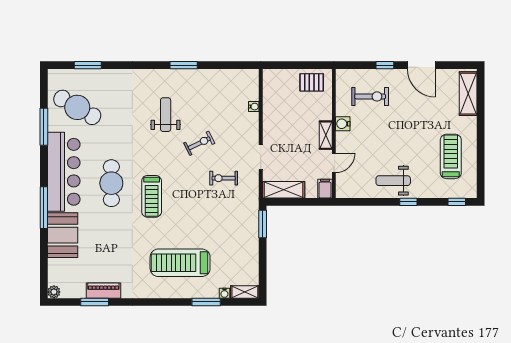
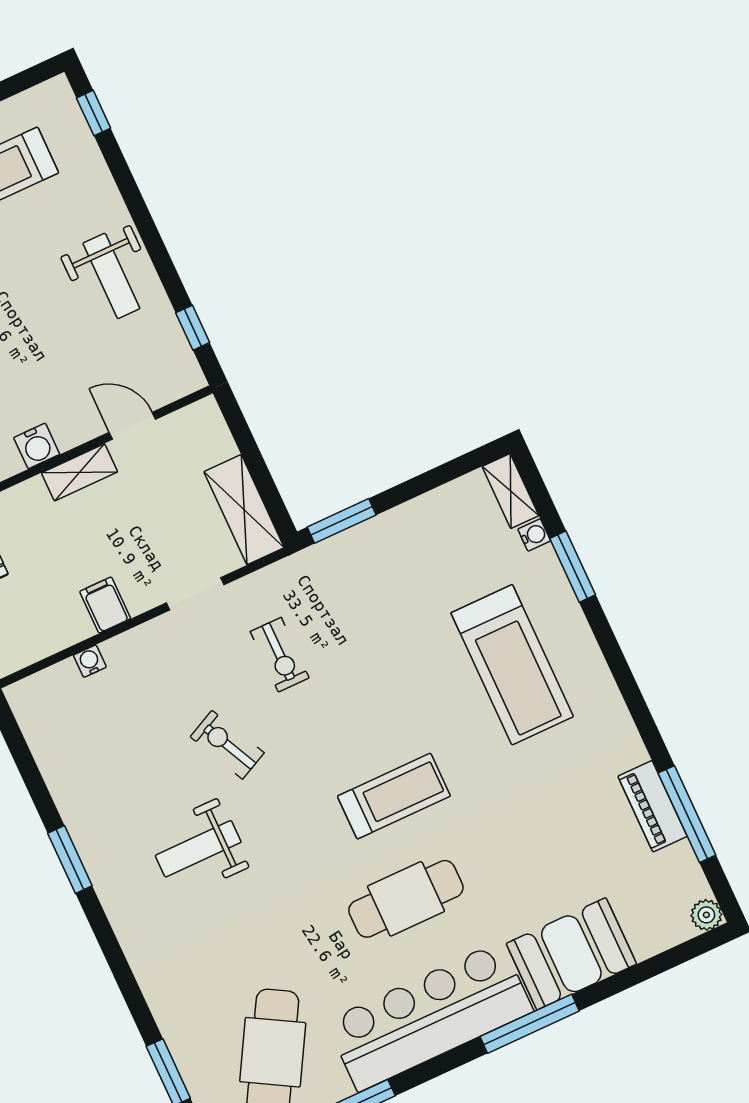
filing cabinet: (325, 189) -> (105, 605), moved, turned 90
window: (408, 202) -> (193, 328), moved
window: (95, 302) -> (687, 814), width x1.44

